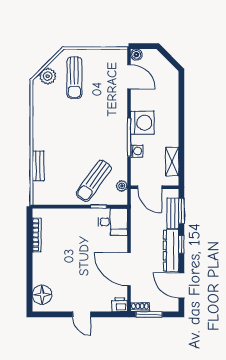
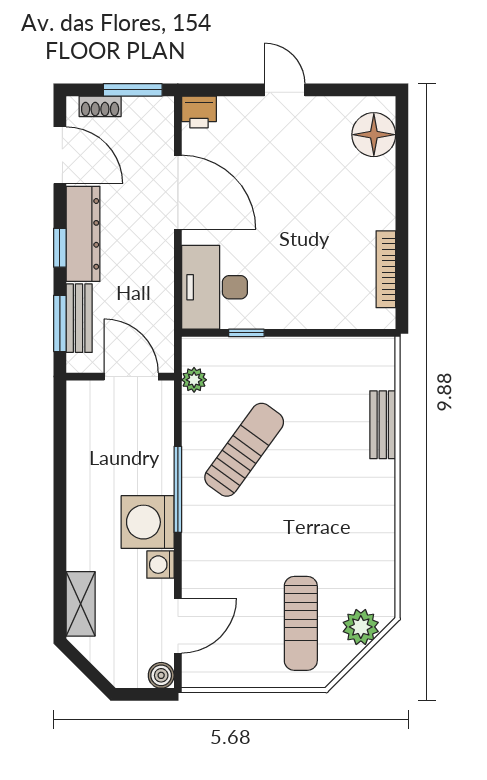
door: (129, 77) -> (178, 626), swing flipped
sun lounger: (74, 78) -> (301, 623), turned 180
washing machine: (137, 151) -> (160, 565), moved
shelving: (172, 162) -> (81, 604), moved
sun lounger: (94, 181) -> (244, 450), moved
desk: (113, 222) -> (214, 287), width x1.37
shoe rack: (140, 307) -> (100, 106), moved

